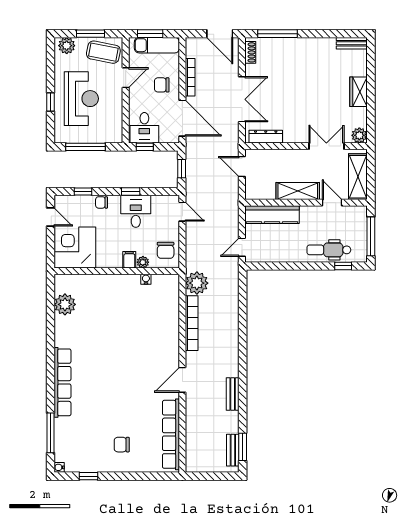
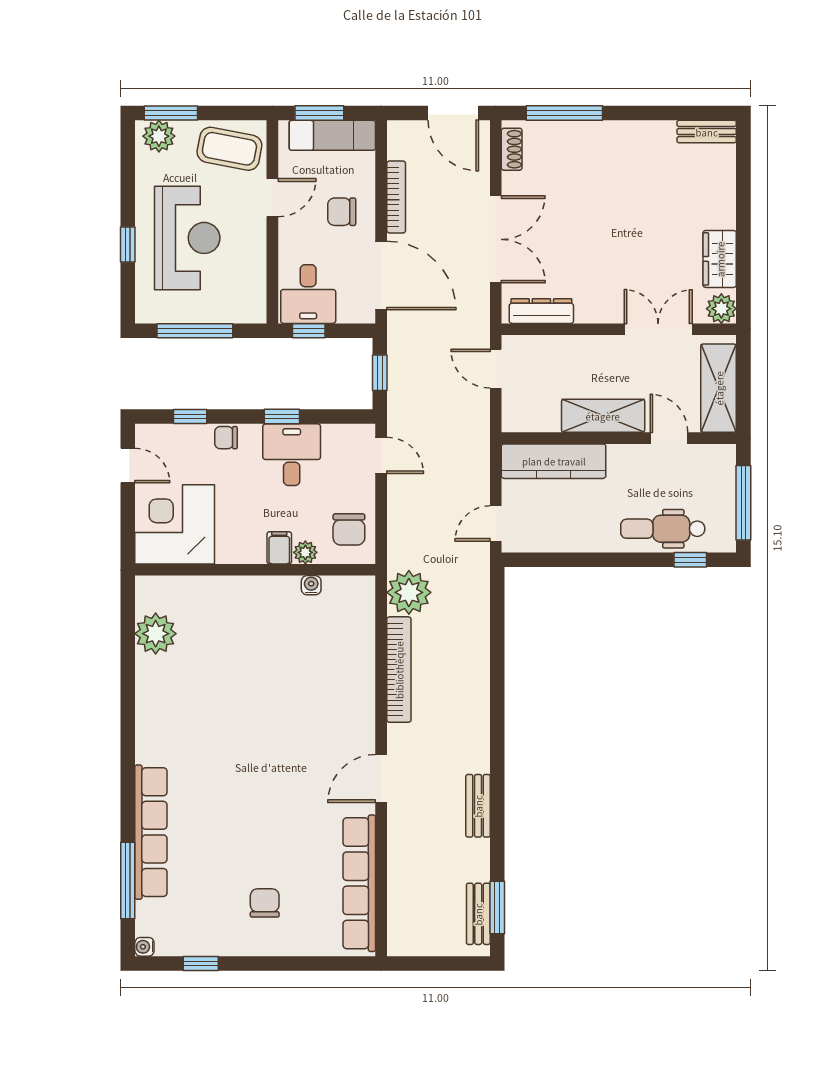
window: (91, 34) -> (171, 113), moved
wardrobe: (358, 92) -> (720, 259), moved
row of seats: (63, 382) -> (151, 832), moved
chair: (122, 445) -> (265, 903), turned 90

